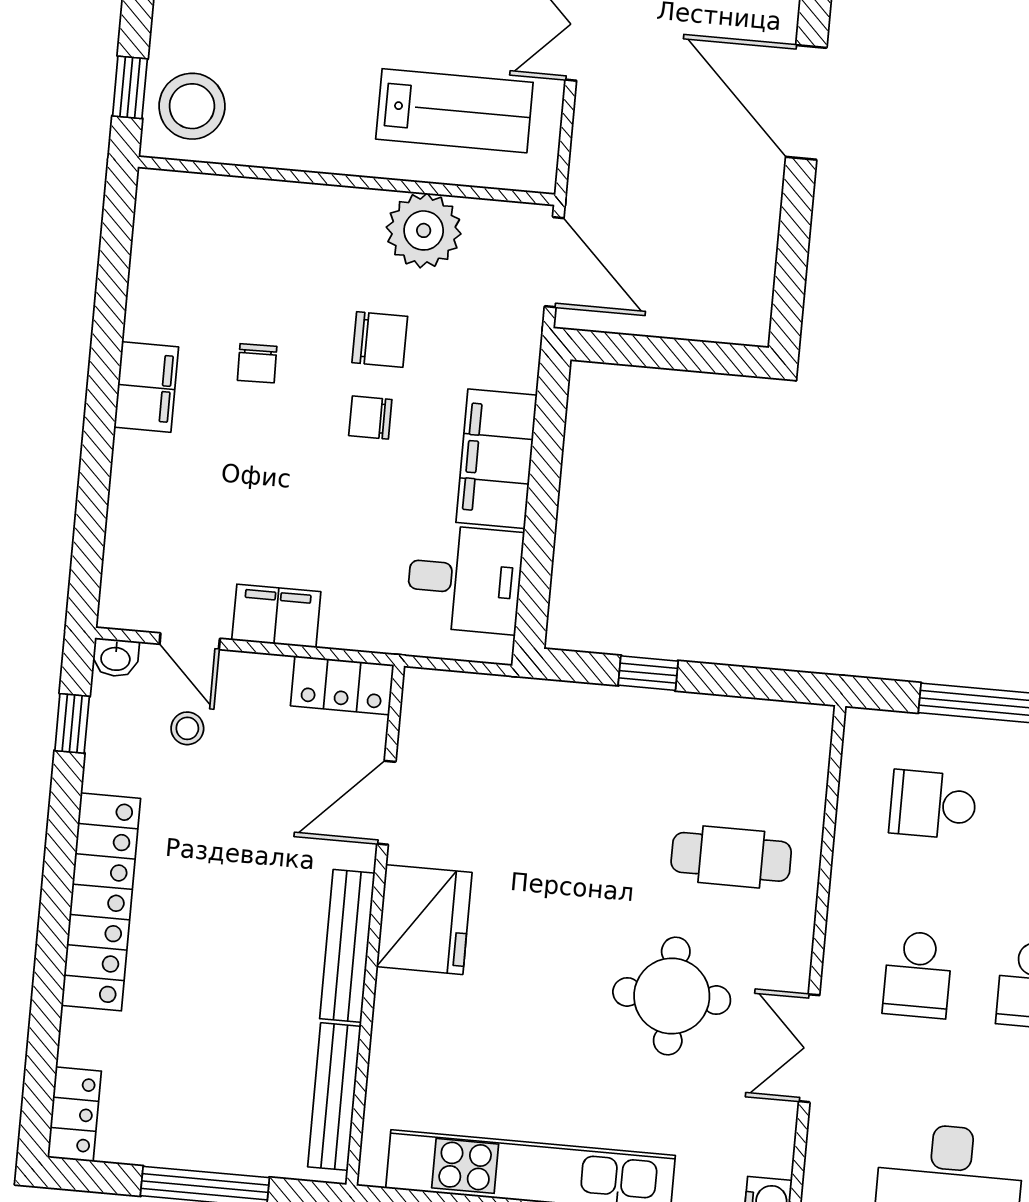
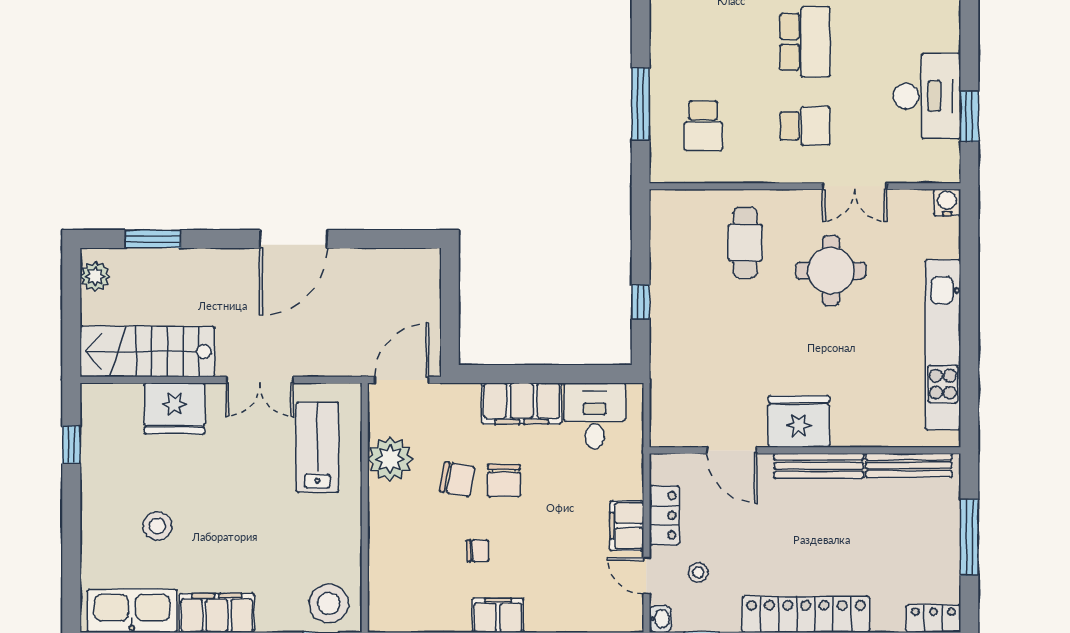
chair: (380, 340) -> (457, 479), turned 100
chair: (370, 418) -> (504, 481), width x1.37, depth x1.37
door: (190, 641) -> (646, 576), swing flipped
locker: (342, 685) -> (664, 515), moved

